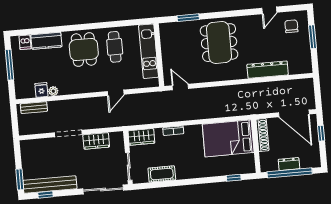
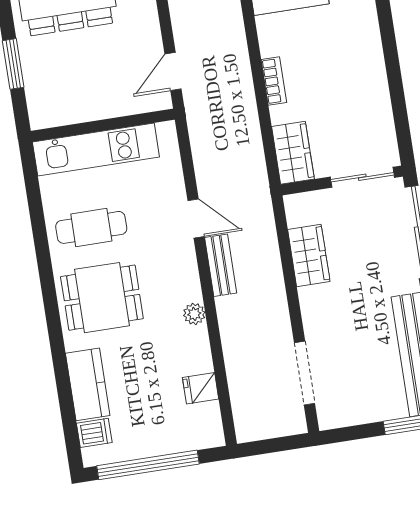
window: (9, 65) -> (148, 465), width x1.46
plant: (53, 91) -> (194, 314), moved
bench: (34, 108) -> (221, 265), moved
doorway: (68, 134) -> (305, 373), moved
cot: (162, 174) -> (374, 101), removed

